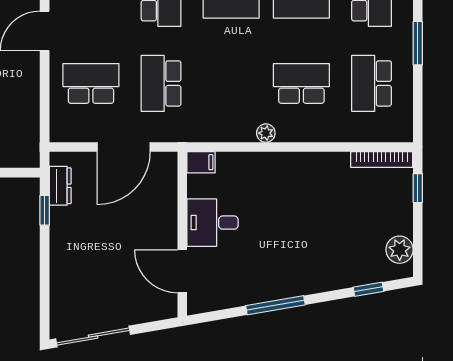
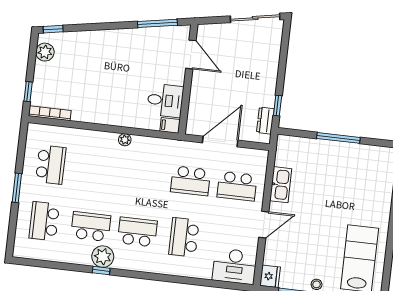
school desk: (161, 83) -> (190, 181), turned 90
school desk: (301, 83) -> (97, 170), removed
kitchen sink: (26, 93) -> (281, 185), added
desk: (213, 223) -> (165, 101), moved
window: (368, 289) -> (53, 29), moved
window: (275, 305) -> (157, 23), moved

